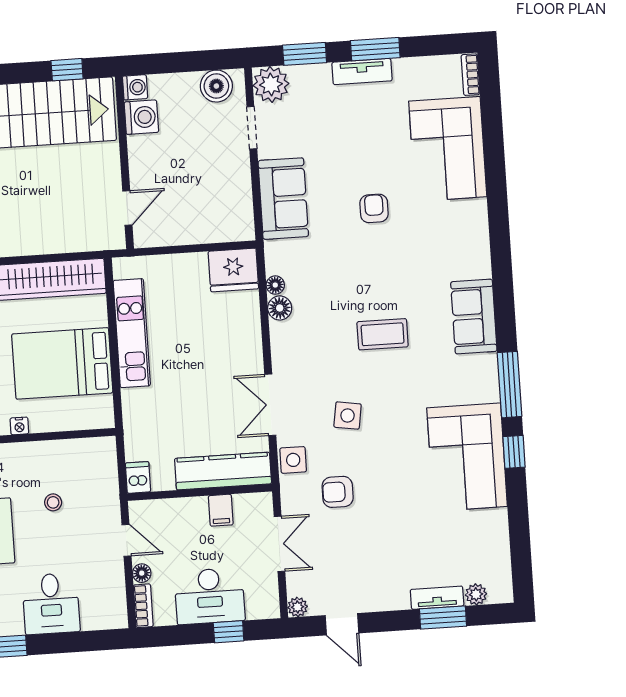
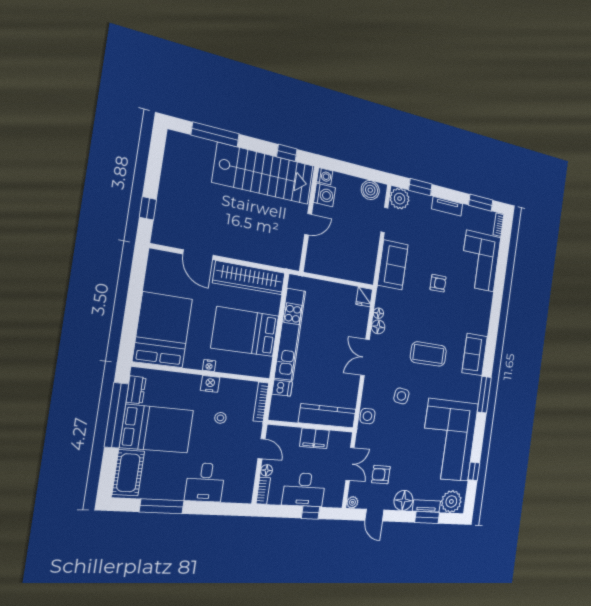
window: (375, 49) -> (481, 203), moved
door: (127, 208) -> (308, 224), moved
armchair: (374, 208) -> (438, 283), turned 90
fridge: (233, 270) -> (364, 297), width x0.53, depth x0.75
kitchen unit: (132, 333) -> (290, 334), width x1.36
coffee table: (383, 334) -> (428, 354), width x1.36, depth x1.32
double door: (270, 405) -> (365, 357), moved
window: (514, 452) -> (474, 471), moved
nightstand: (27, 453) -> (210, 384), added
corner sofa: (467, 457) -> (449, 440), width x1.36, depth x1.36
bookcase: (110, 467) -> (261, 402), added
dishwasher: (138, 477) -> (282, 388), moved, turned 90
armchair: (338, 492) -> (381, 475), moved
filing cabinet: (221, 510) -> (314, 438), width x2.00
floor lamp: (391, 593) -> (403, 500), added
plant: (476, 594) -> (451, 501), width x1.88, depth x1.88

